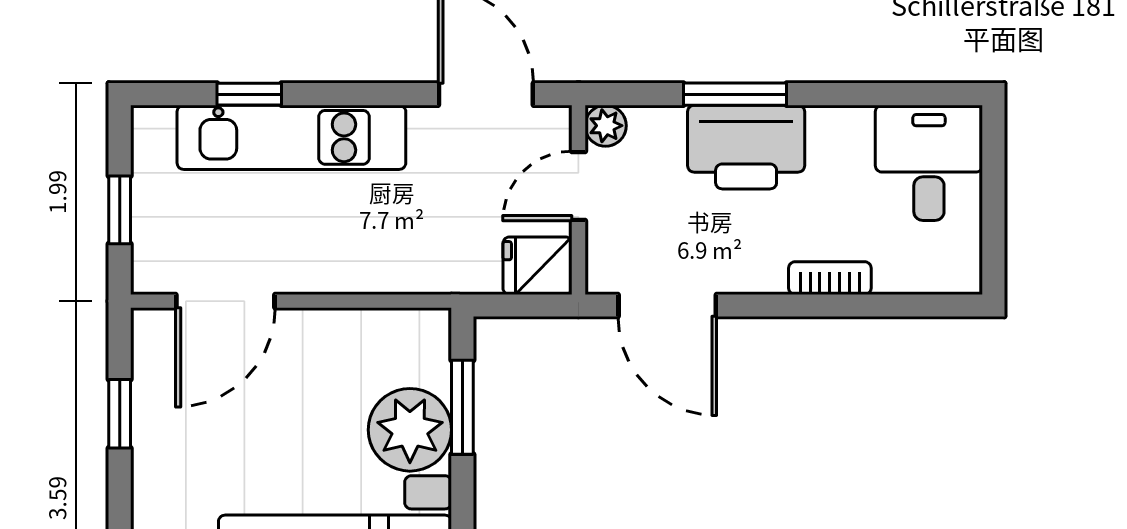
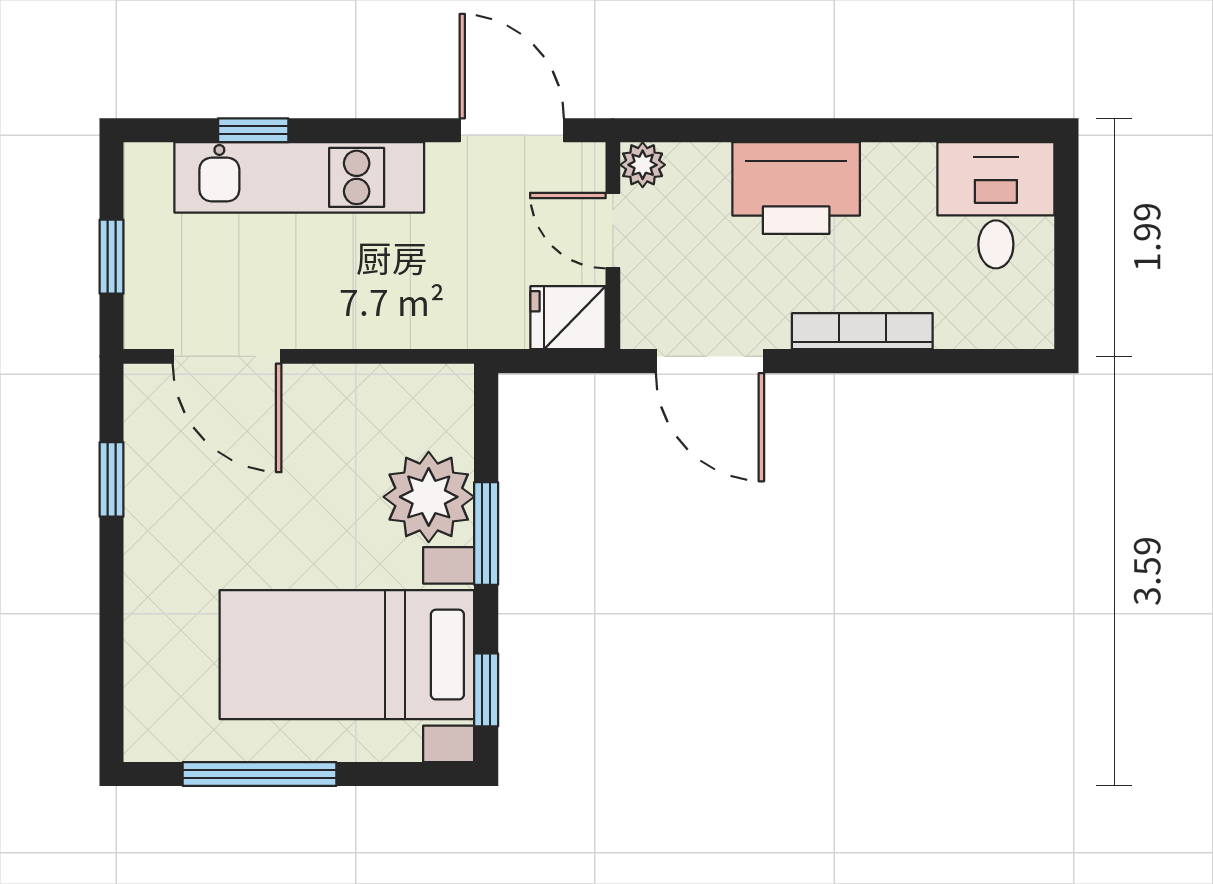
window: (735, 94) -> (784, 130), removed
door: (578, 186) -> (613, 231), hinge flipped
bookcase: (830, 278) -> (862, 331), width x1.56
door: (225, 301) -> (227, 356), hinge flipped
window: (462, 407) -> (486, 534), moved

